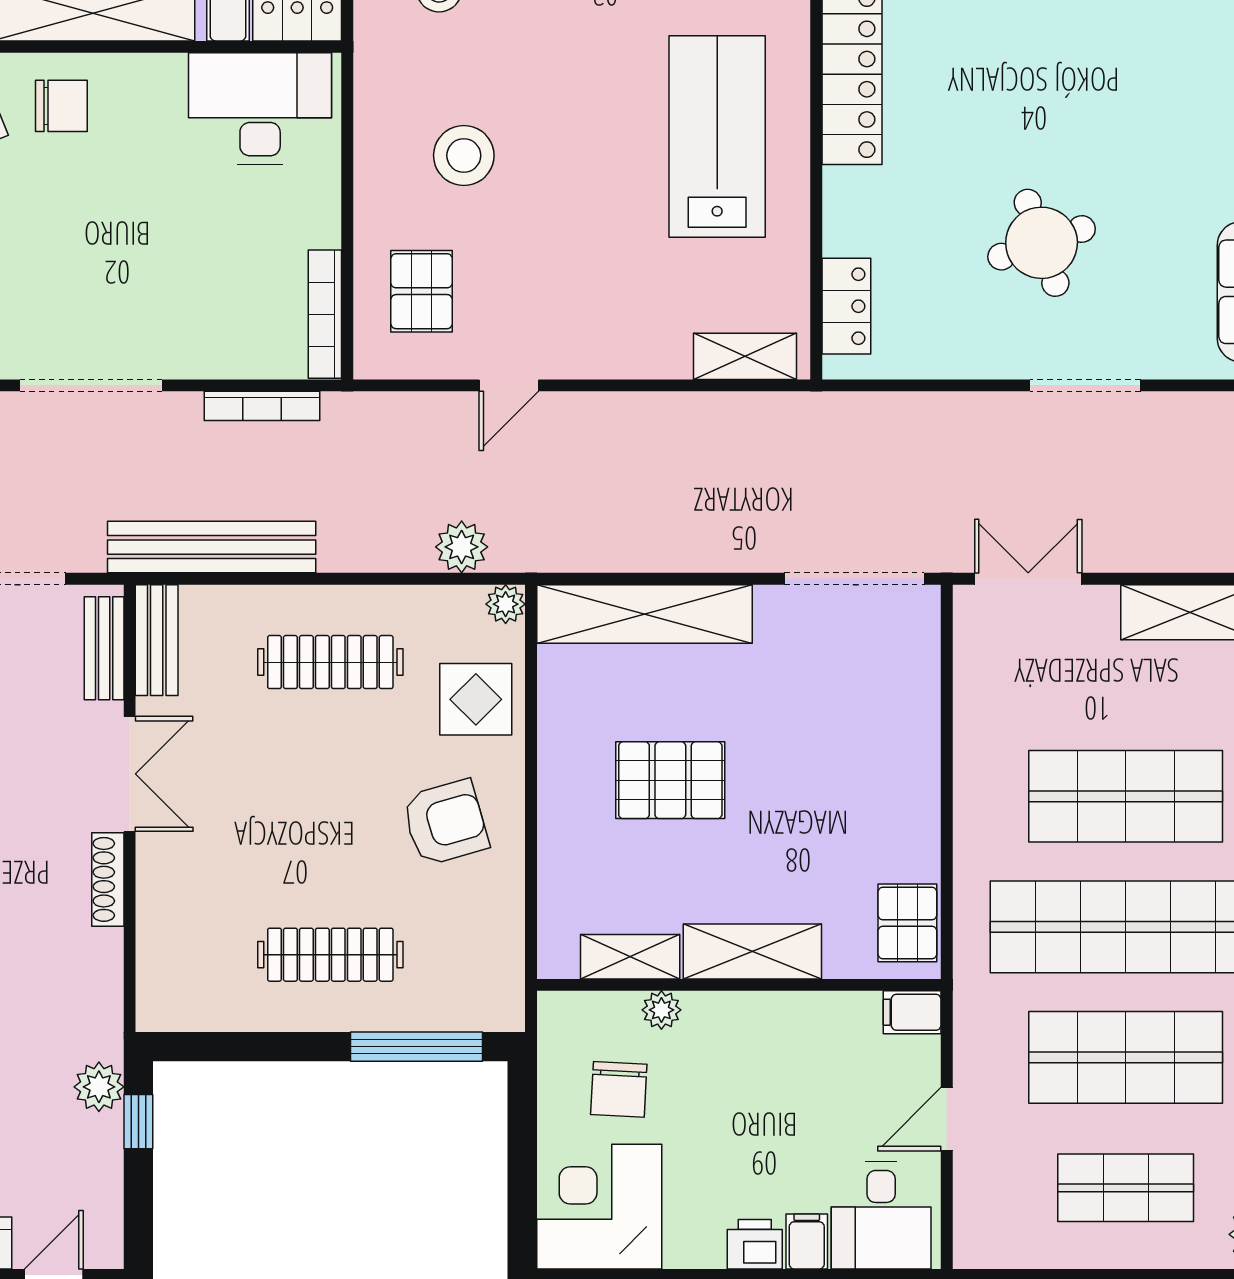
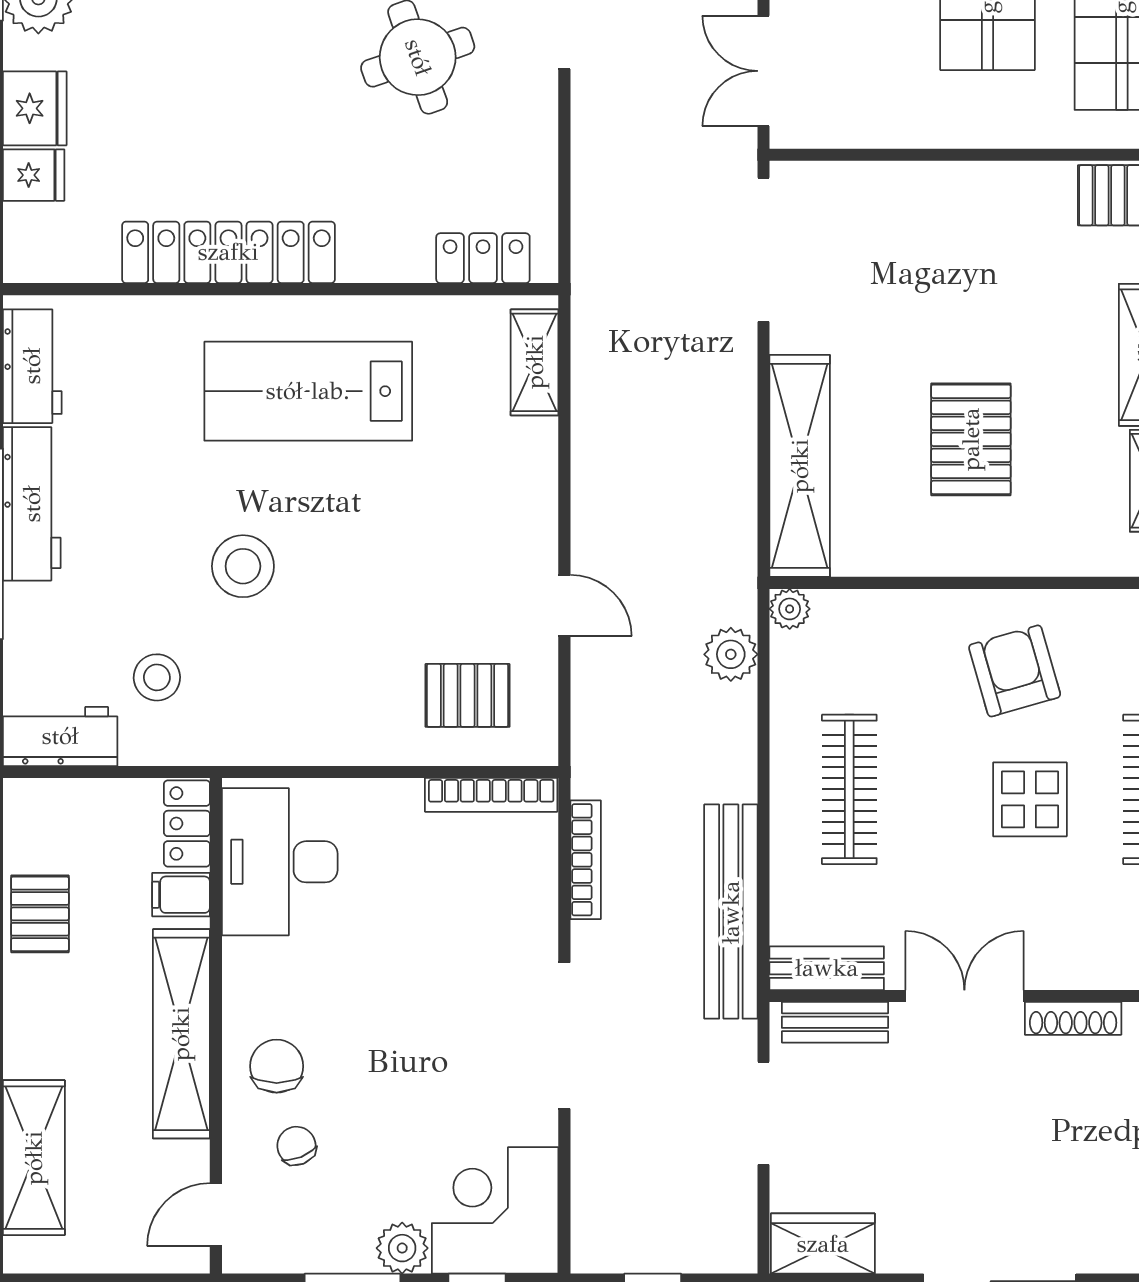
stool: (464, 155) -> (243, 566), moved
display table: (476, 699) -> (1030, 799), moved

